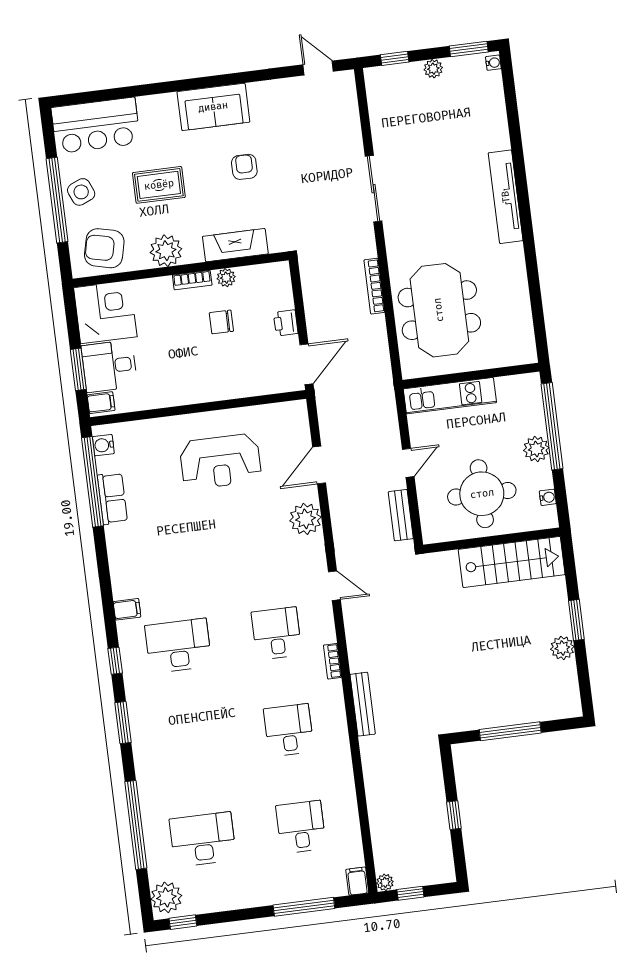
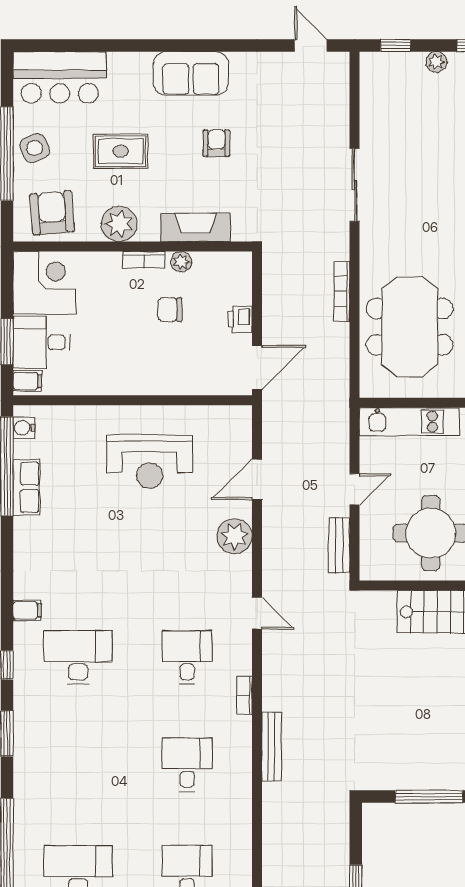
armchair: (104, 248) -> (52, 213), turned 72

